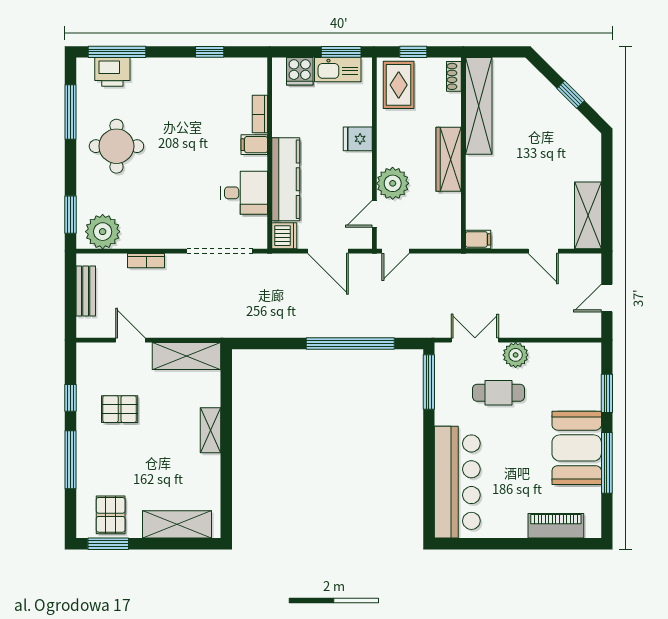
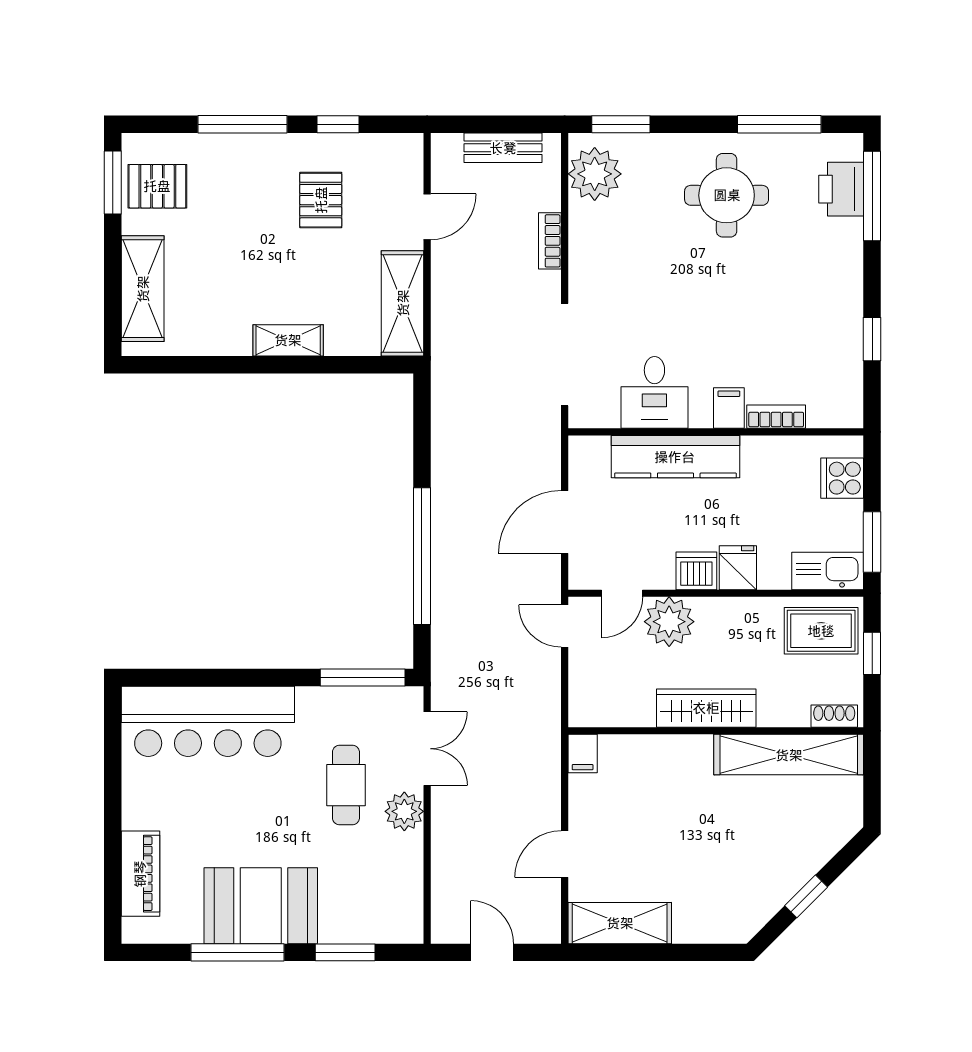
kitchen sink: (338, 70) -> (828, 571), moved, turned 90
door: (374, 214) -> (622, 593), swing flipped
dishwasher: (284, 236) -> (696, 571), moved, turned 180

